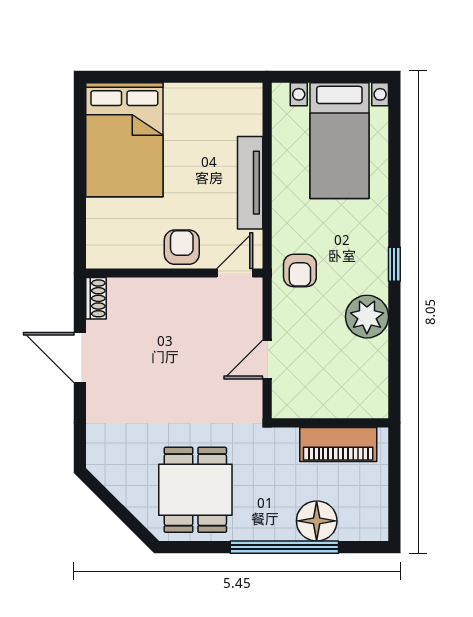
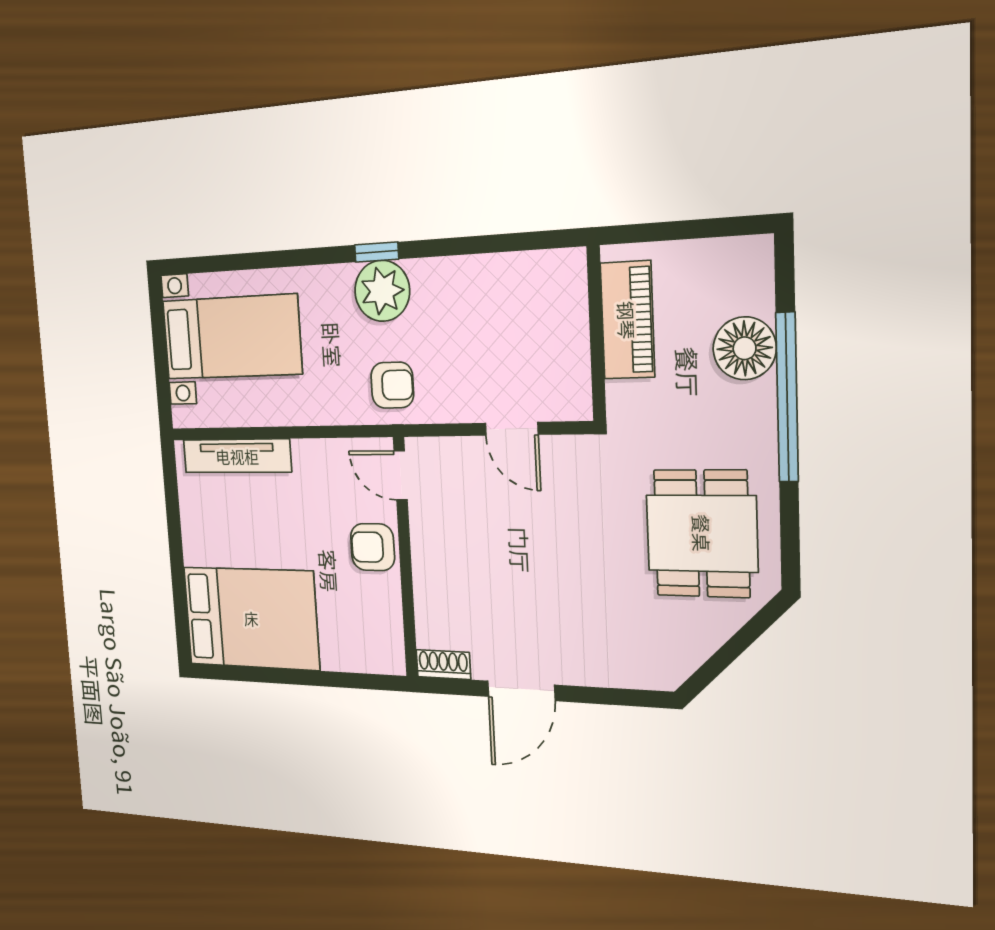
tv unit: (250, 183) -> (237, 456), moved
plant: (367, 317) -> (382, 291), moved
dining table: (195, 490) -> (702, 533), turned 90

